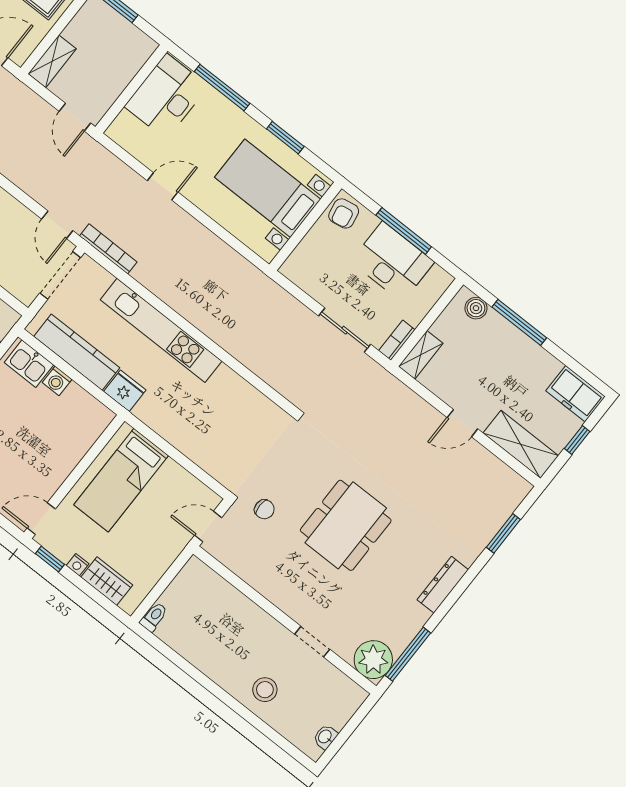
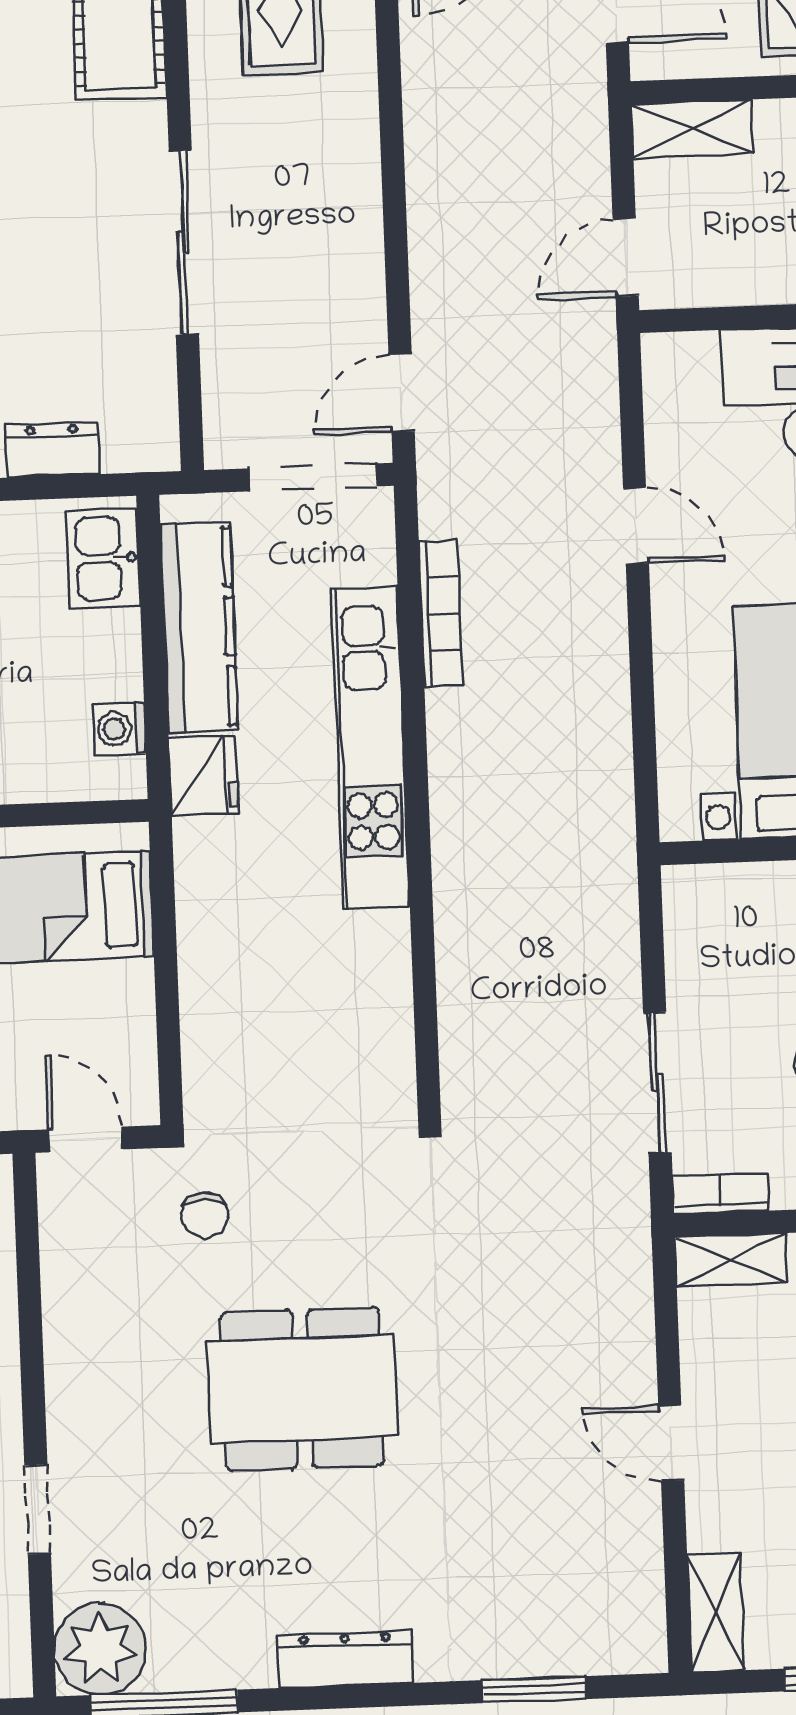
bookcase: (108, 249) -> (440, 613), moved
washing machine: (57, 381) -> (119, 729), moved
shelving: (521, 444) -> (716, 1612), width x0.67, depth x0.75

